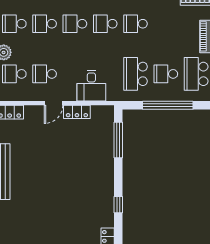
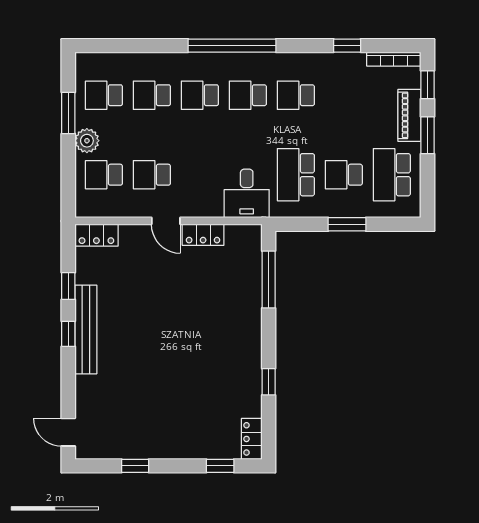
desk: (91, 86) -> (247, 193), moved
door: (53, 103) -> (166, 221), hinge flipped
window: (168, 105) -> (347, 224), width x0.47

